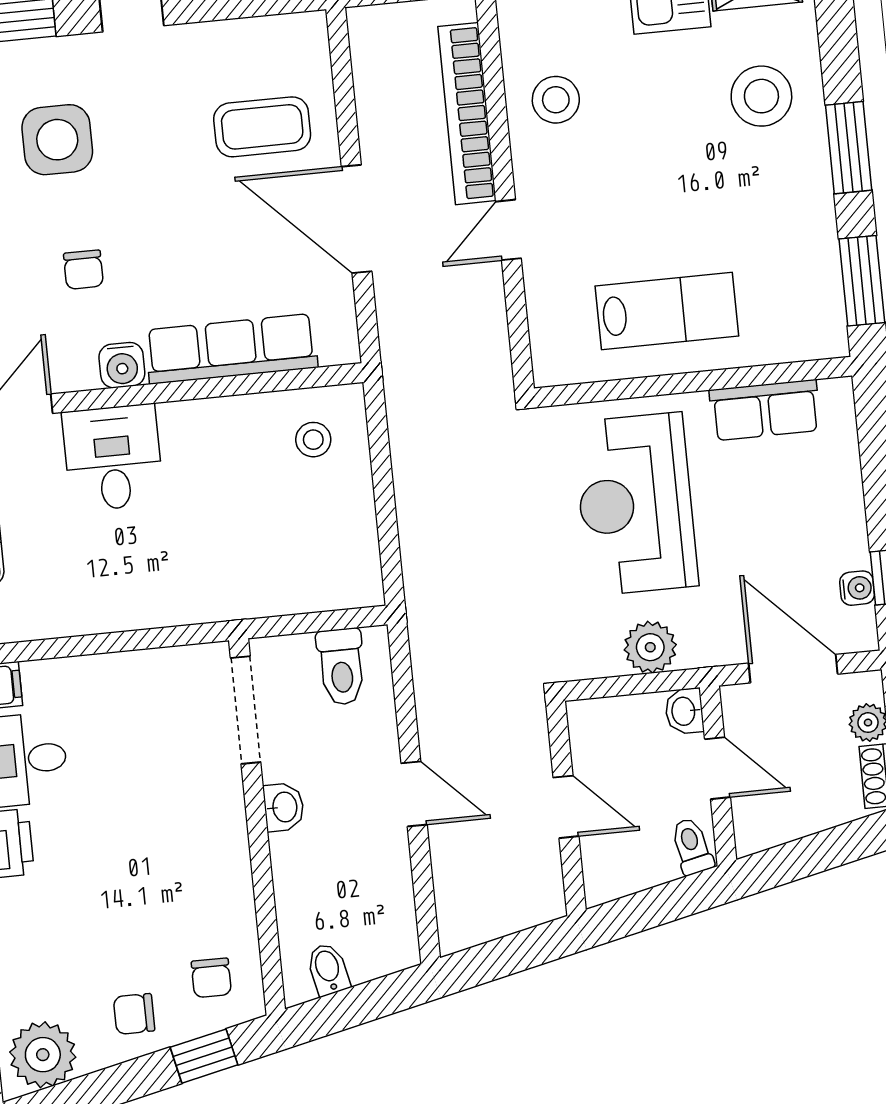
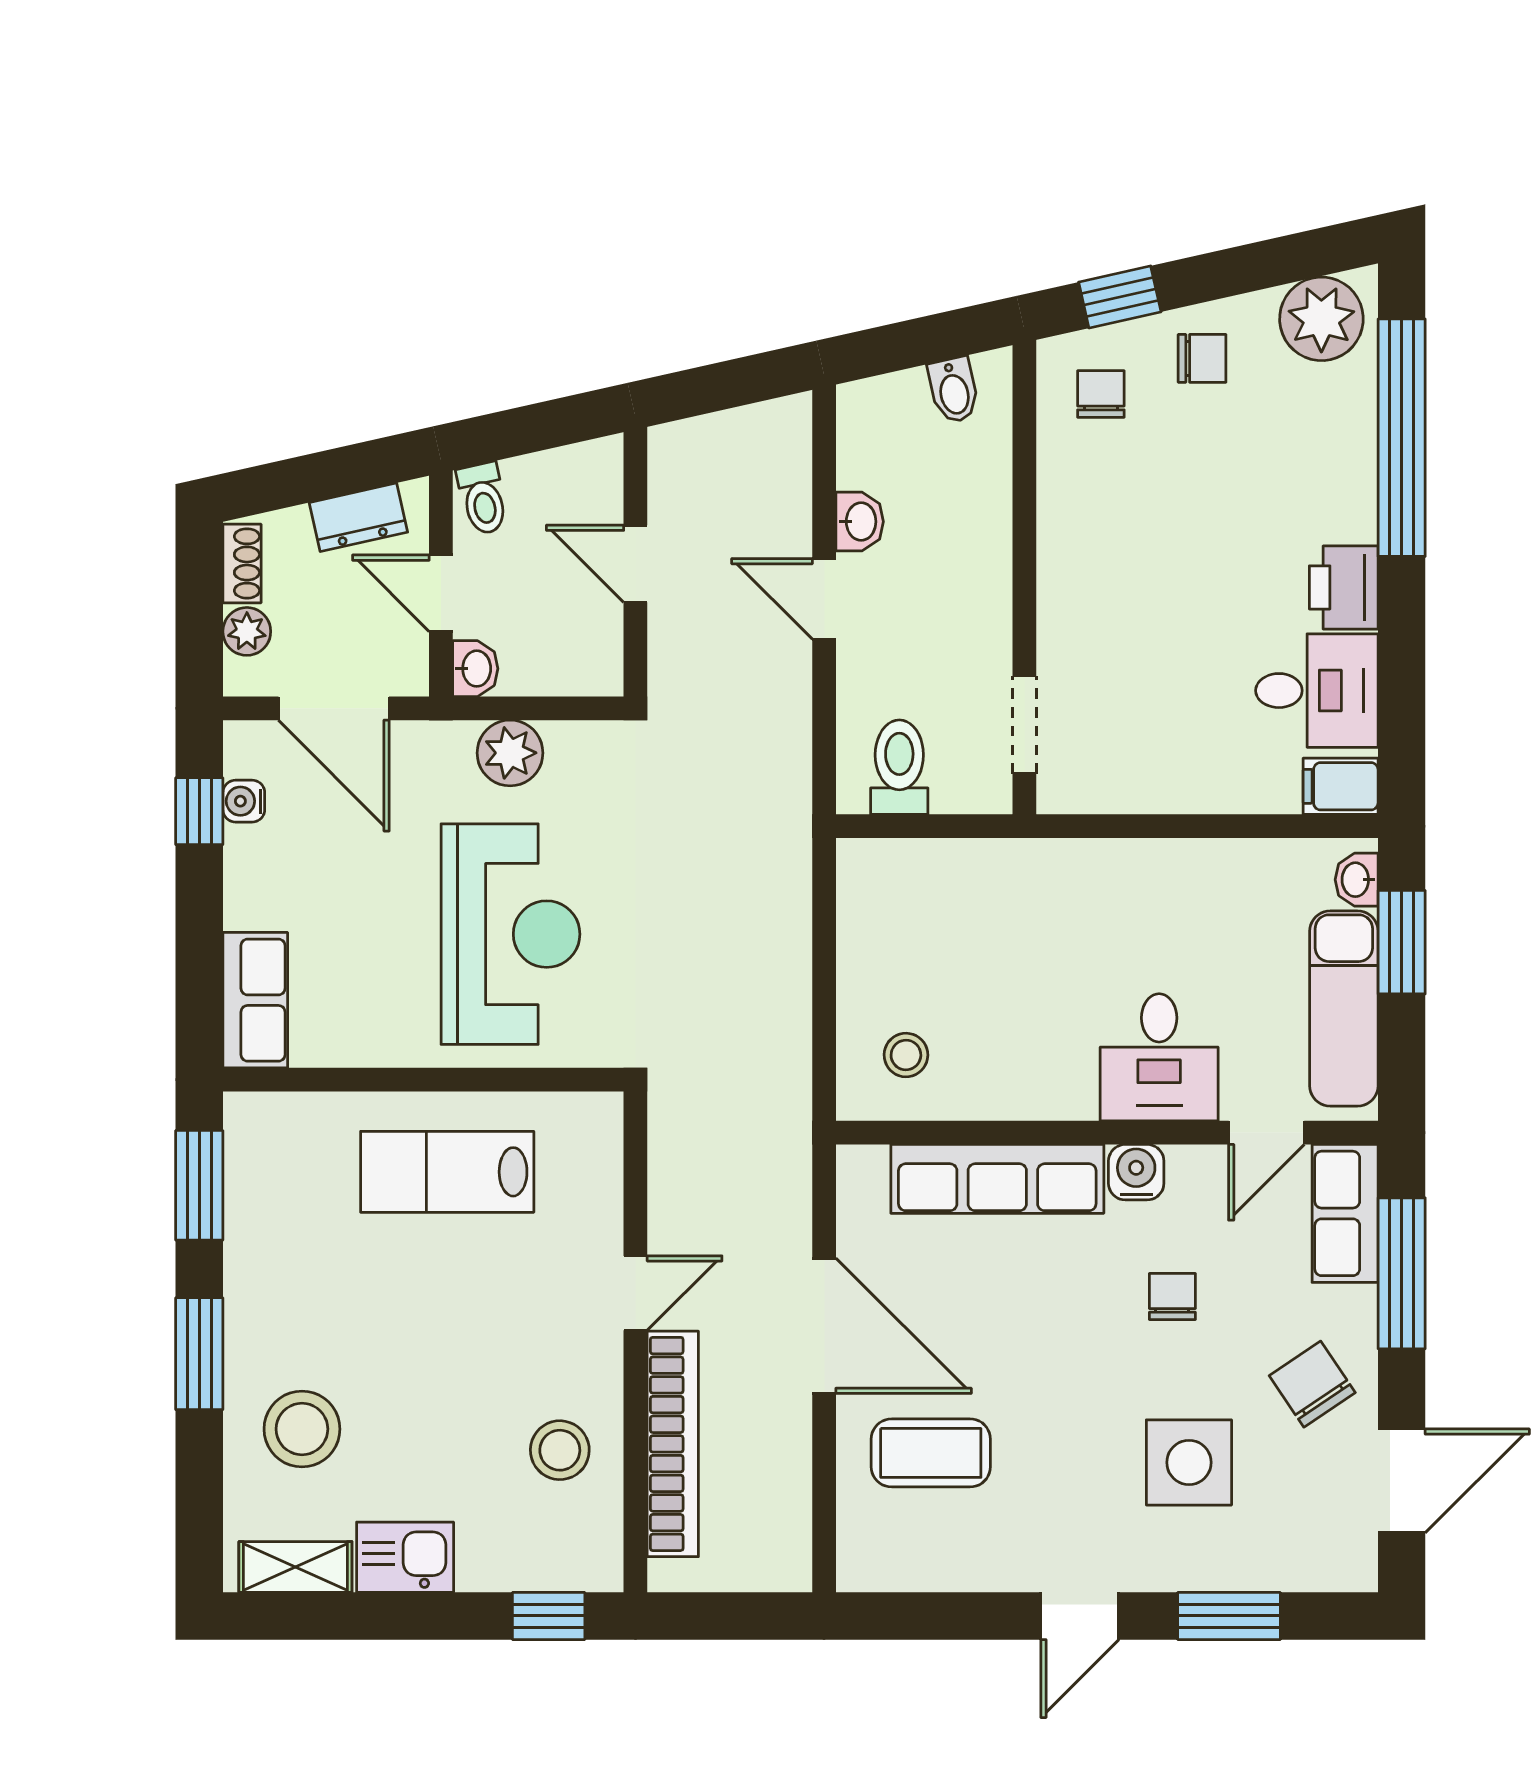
row of seats: (765, 410) -> (255, 1000), moved, turned 90
doorway: (246, 710) -> (1024, 725), width x0.73
washbasin: (284, 807) -> (860, 522), moved, turned 180
dresser: (789, 822) -> (358, 517), added

